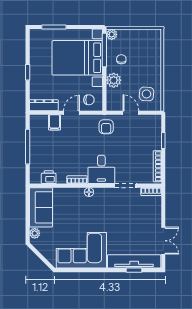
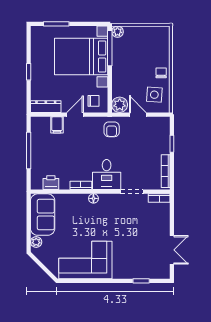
chair: (121, 59) -> (161, 73), moved
plant: (114, 80) -> (120, 105), moved
tv unit: (134, 261) -> (141, 272), removed

